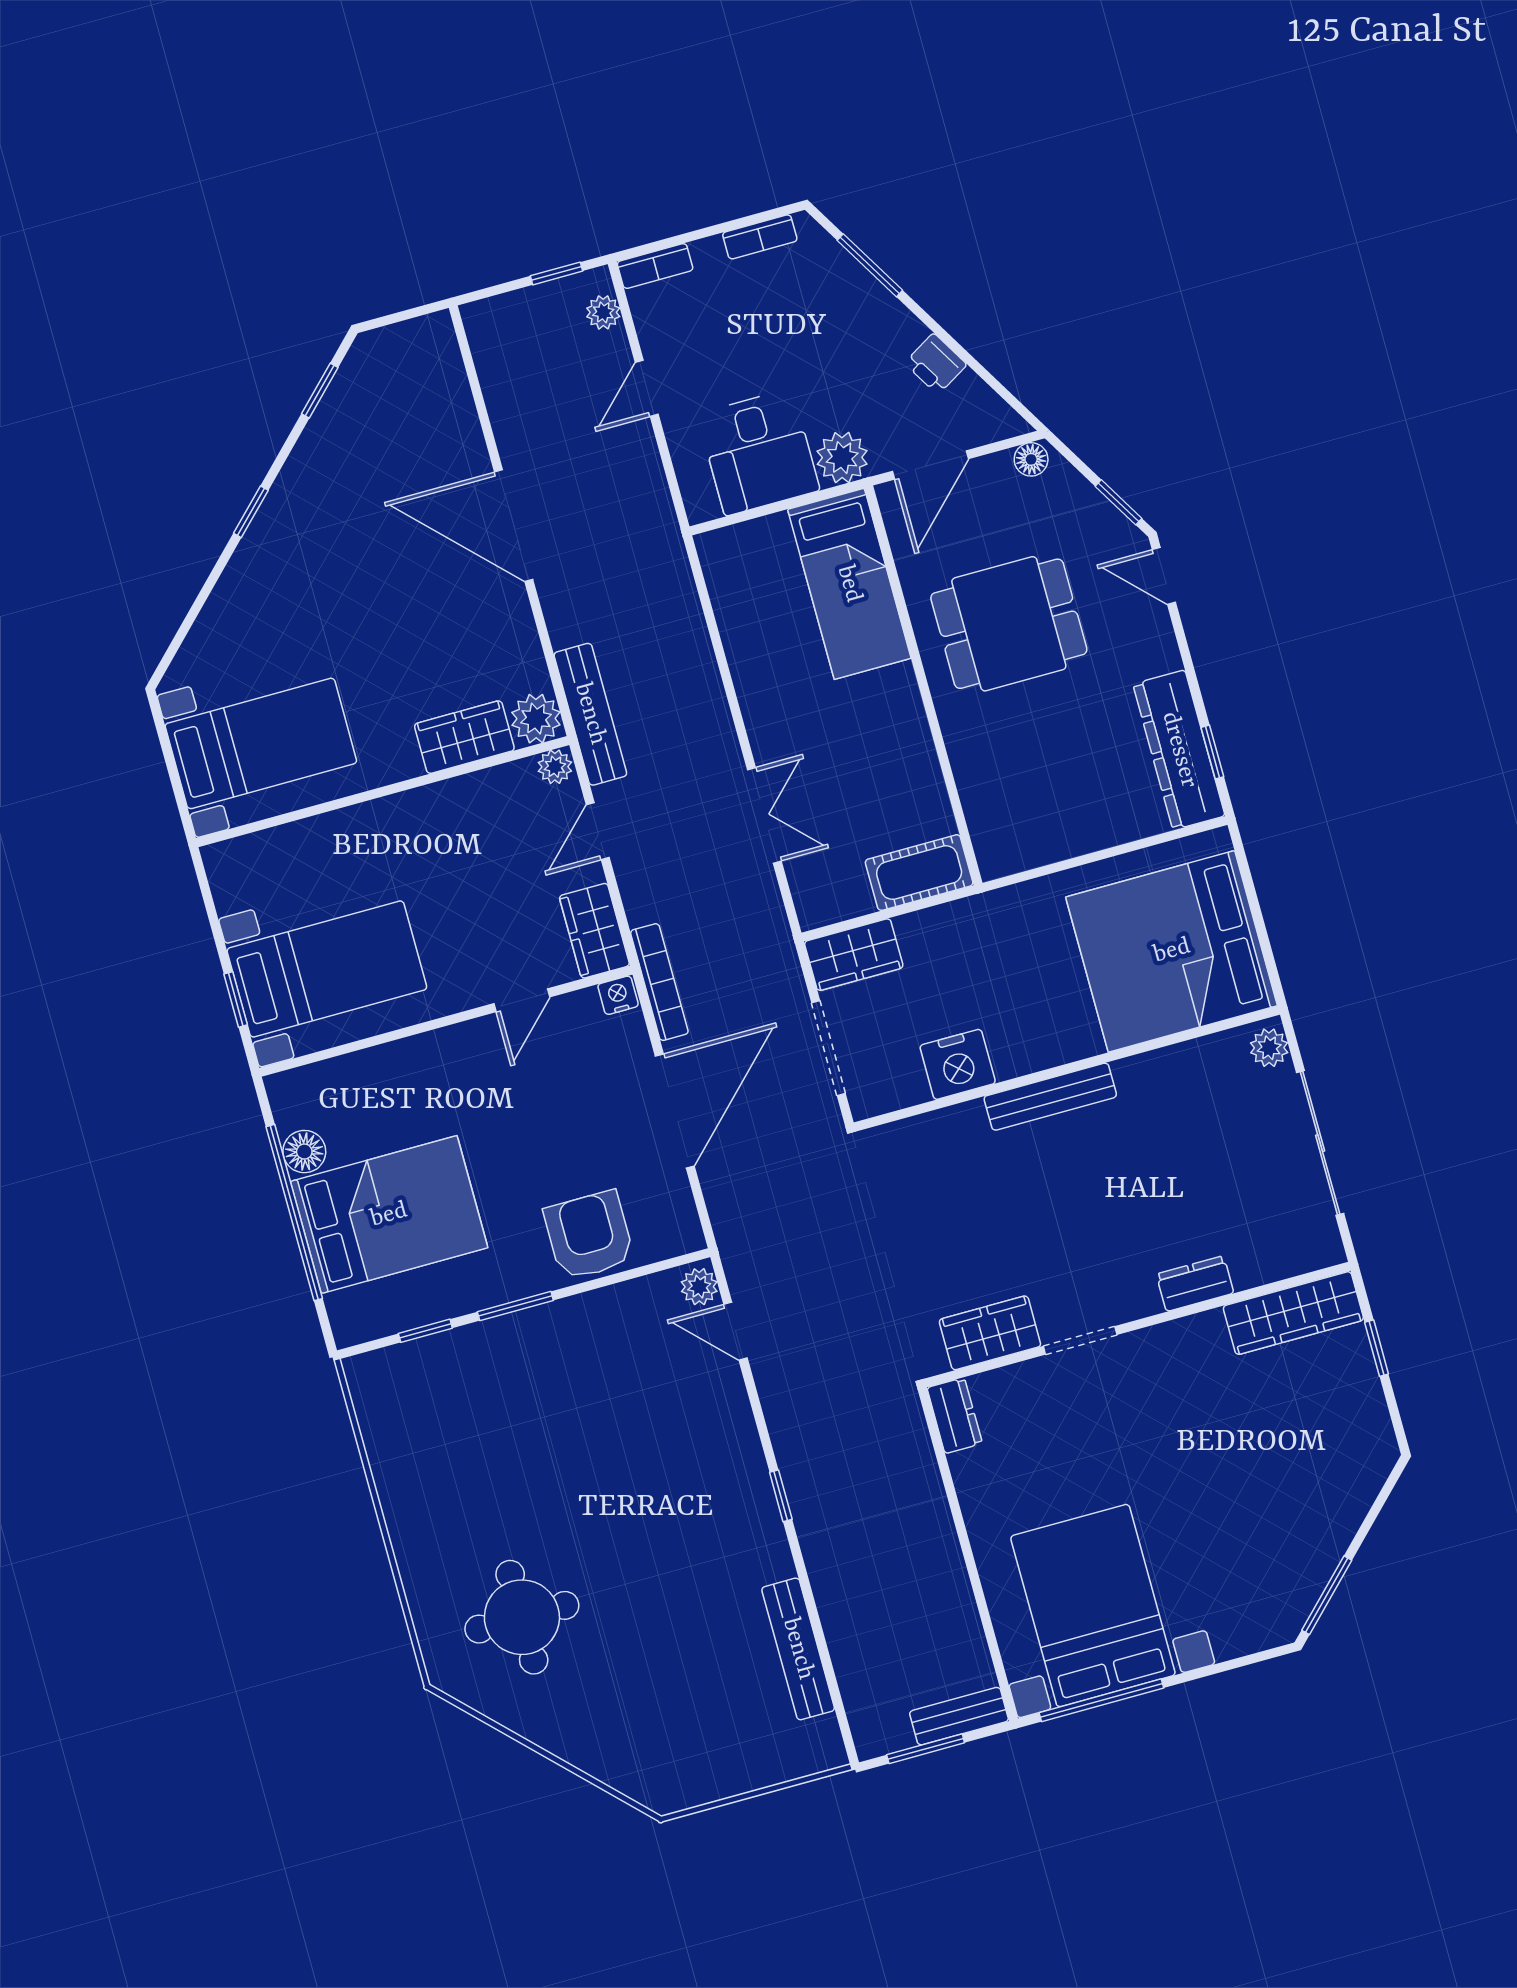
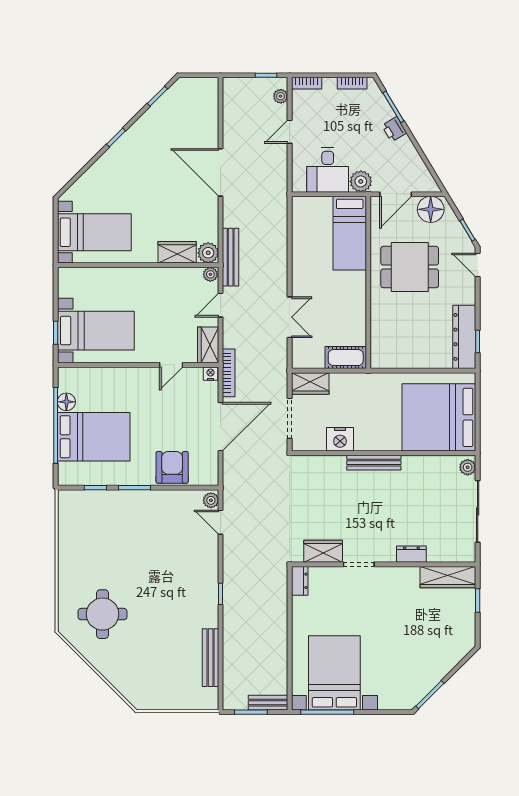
printer: (936, 364) -> (394, 129), moved
floor lamp: (1031, 459) -> (431, 209), width x1.89, depth x1.89

